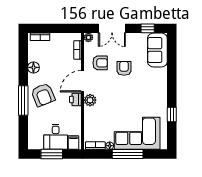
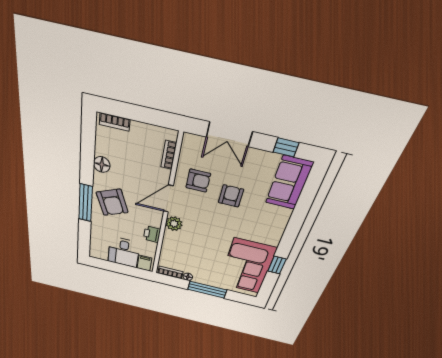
plant: (88, 37) -> (189, 140), removed
printer: (75, 99) -> (152, 234), moved
corner sofa: (137, 133) -> (247, 266), moved, turned -90
window: (52, 154) -> (117, 268), removed

